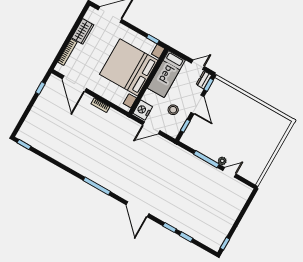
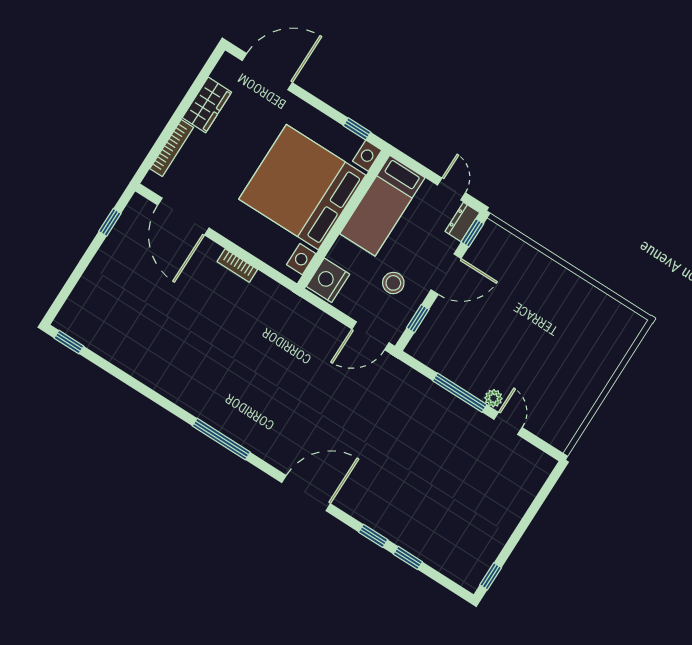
door: (198, 65) -> (451, 189), hinge flipped
door: (197, 104) -> (446, 274), hinge flipped
door: (151, 128) -> (371, 336), moved
door: (230, 172) -> (508, 423), hinge flipped
door: (137, 209) -> (306, 493), swing flipped

